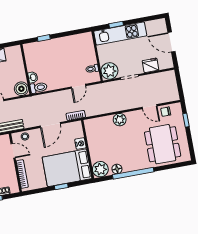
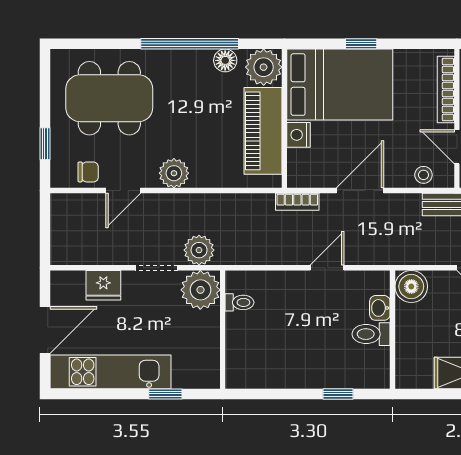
kitchen unit: (120, 33) -> (110, 372), moved
door: (172, 42) -> (45, 330), hinge flipped
door: (78, 86) -> (327, 268), moved
toilet: (39, 88) -> (371, 334), moved
plant: (113, 88) -> (199, 250), added
door: (150, 107) -> (123, 191), swing flipped
plant: (120, 120) -> (174, 173), moved
piano: (96, 142) -> (263, 131), added
dining table: (163, 144) -> (109, 98), turned 90

